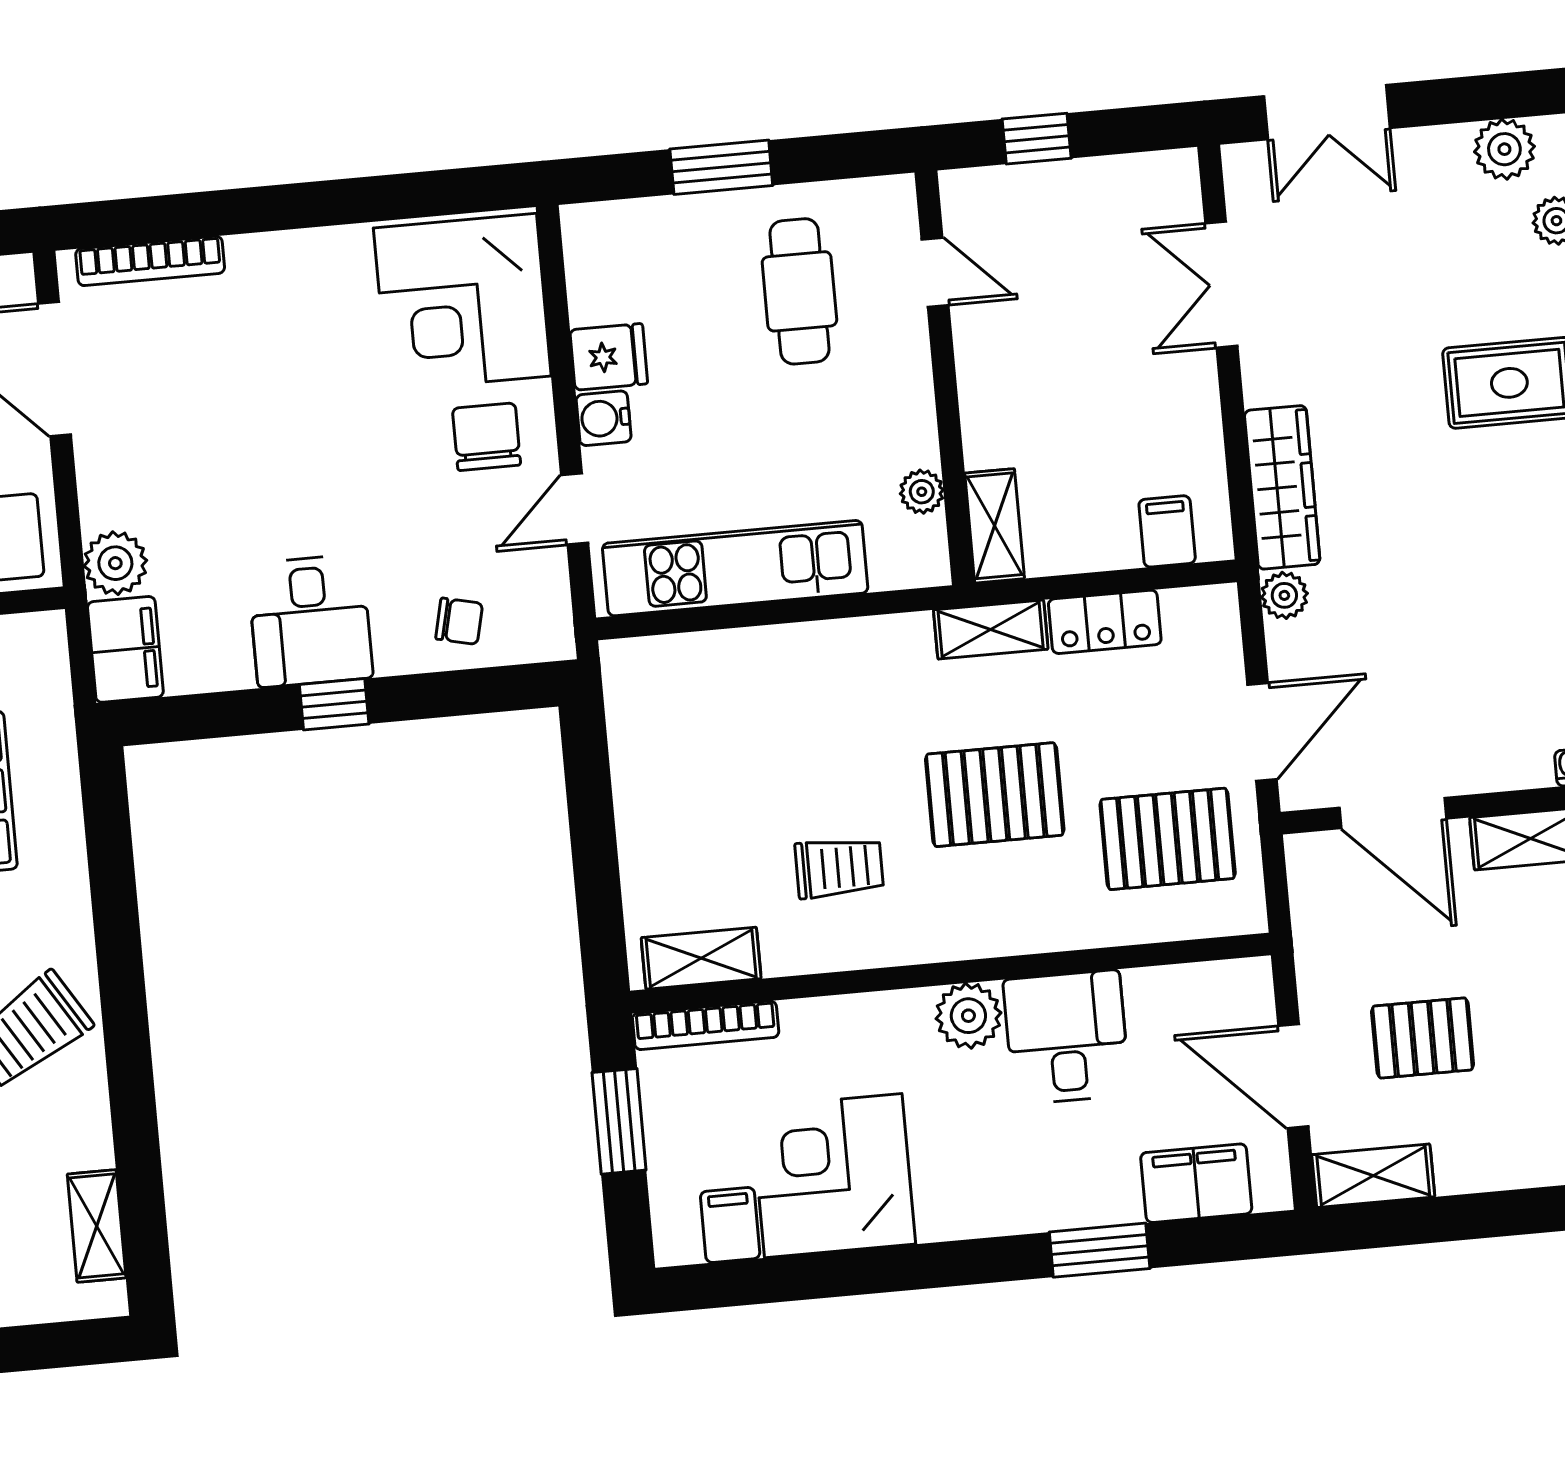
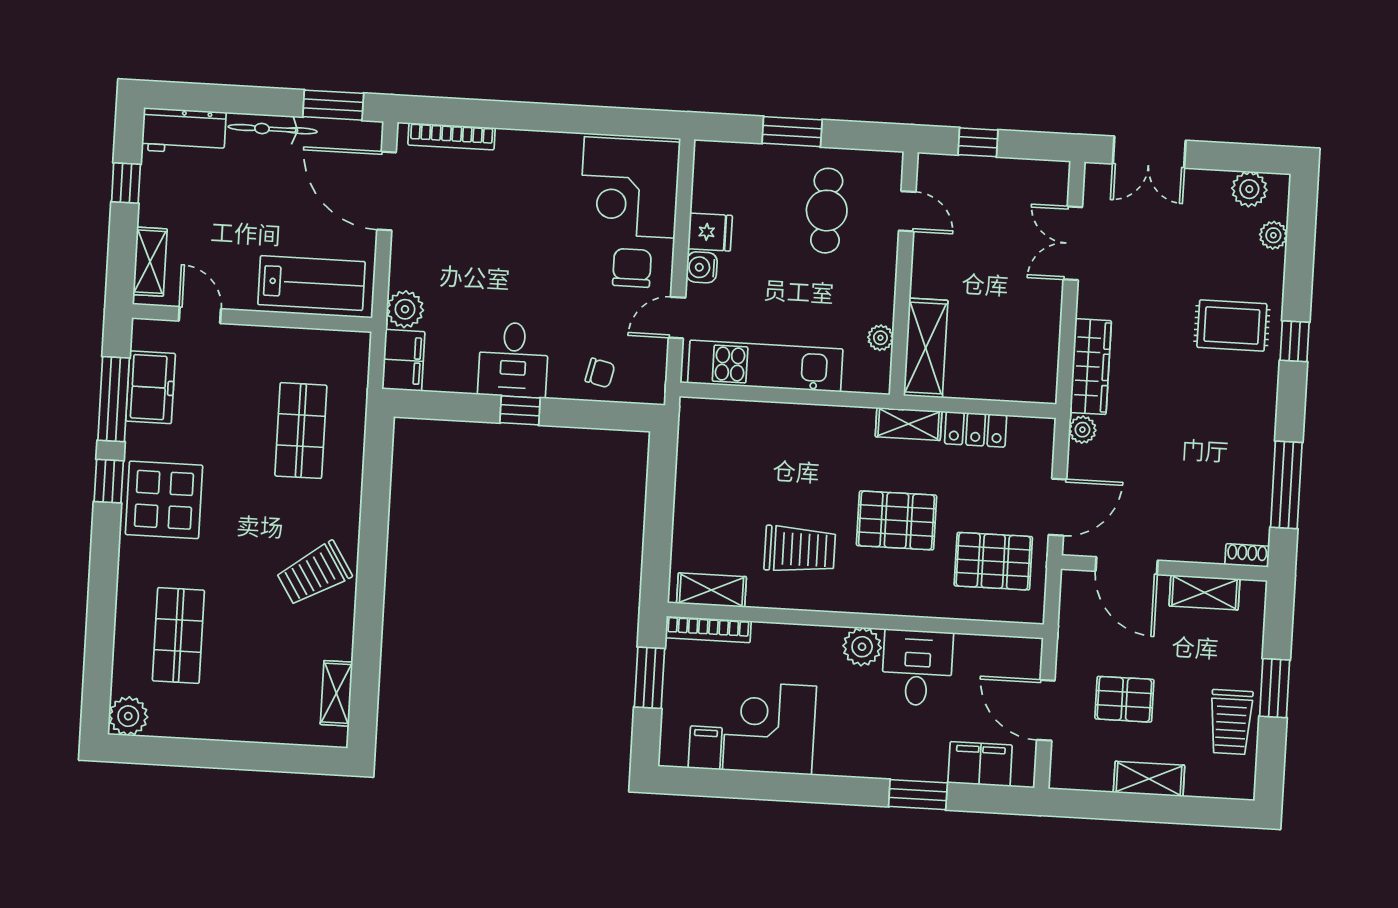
shelving: (995, 526) -> (926, 348), width x1.50, depth x1.33
filing cabinet: (1167, 531) -> (1020, 382), removed
trolley: (839, 868) -> (800, 549), width x1.36, depth x1.39
shelving: (1373, 1176) -> (1149, 779), moved

